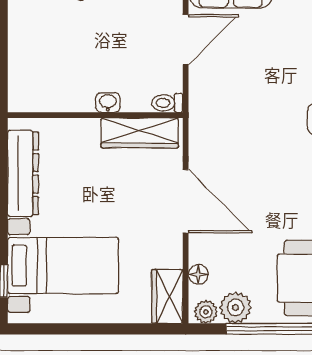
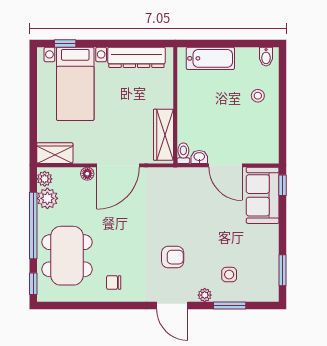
bathtub: (25, 62) -> (210, 58), added
washbasin: (108, 103) -> (199, 157), moved, turned -90
floor lamp: (198, 274) -> (87, 174), moved

